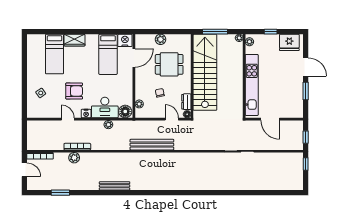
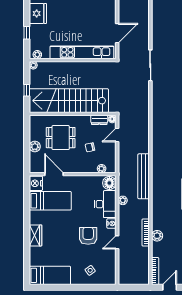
window: (215, 32) -> (27, 90), width x0.46
bed: (54, 54) -> (50, 275), moved
dining table: (169, 64) -> (61, 138), turned 90
bench: (152, 145) -> (144, 176), moved

